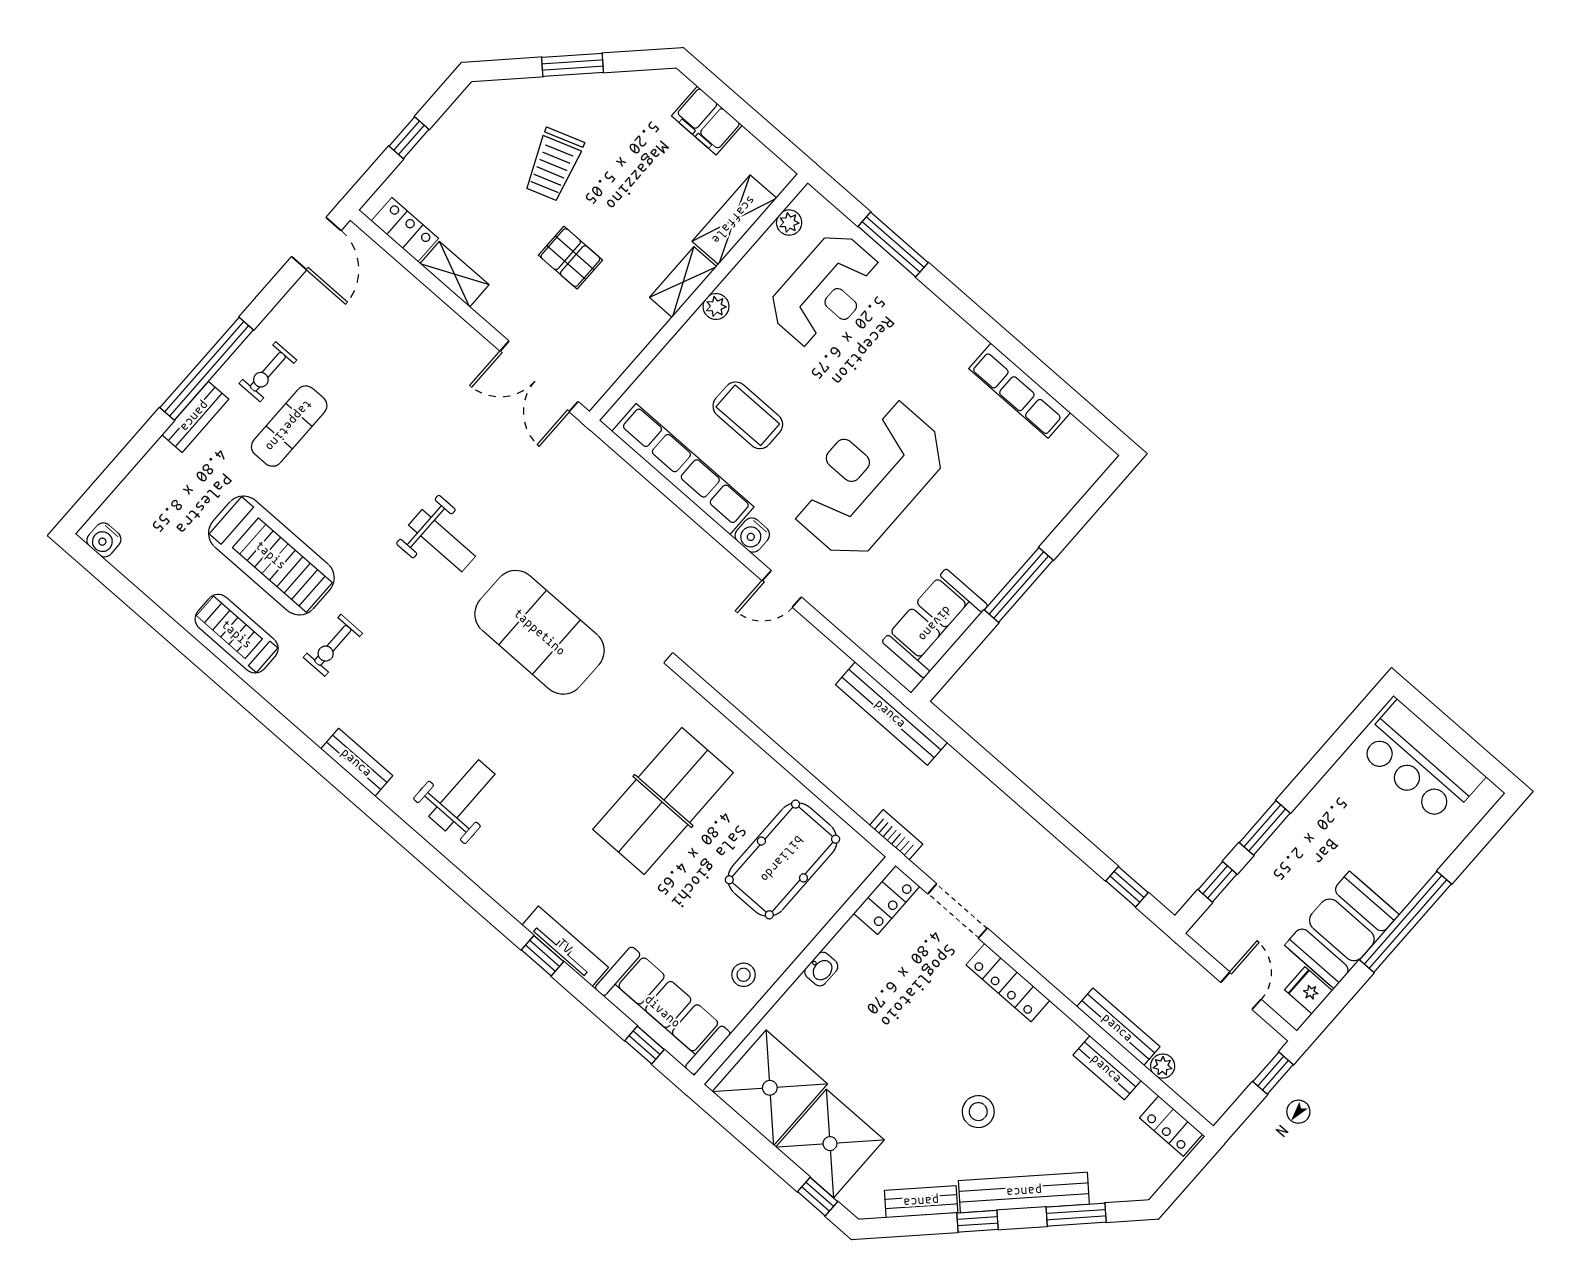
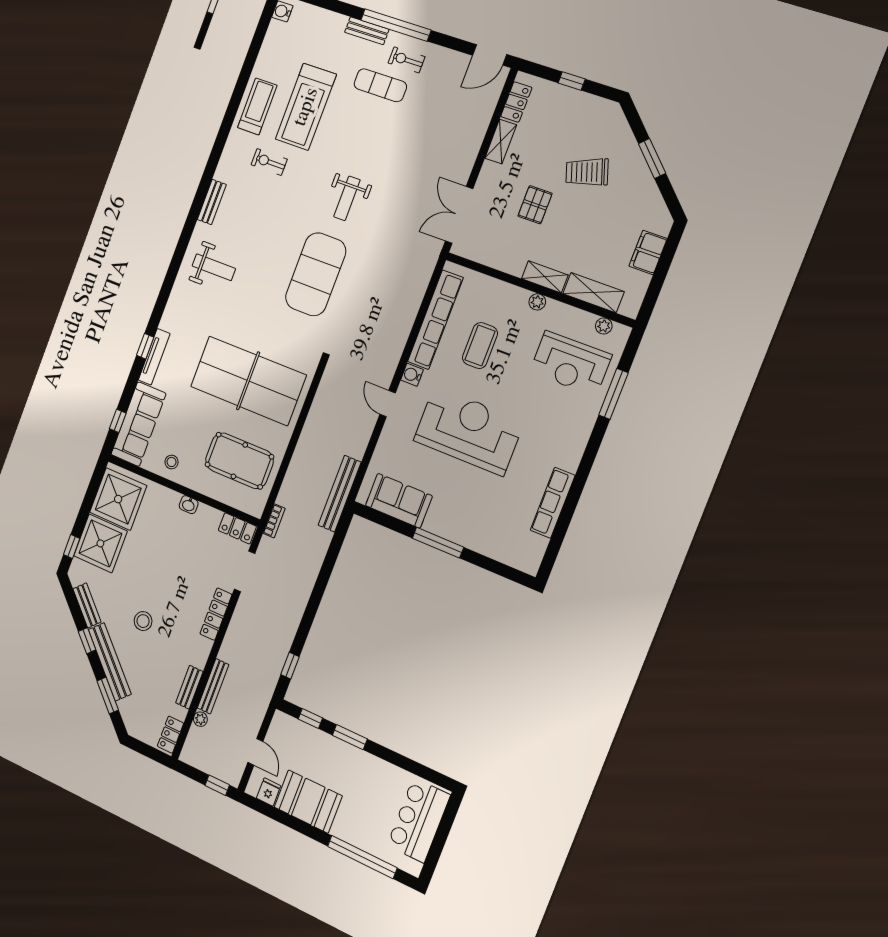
table tennis table: (663, 801) -> (248, 381), width x1.36, depth x1.32
window: (1405, 922) -> (362, 857), moved
door: (1241, 991) -> (255, 752), hinge flipped

